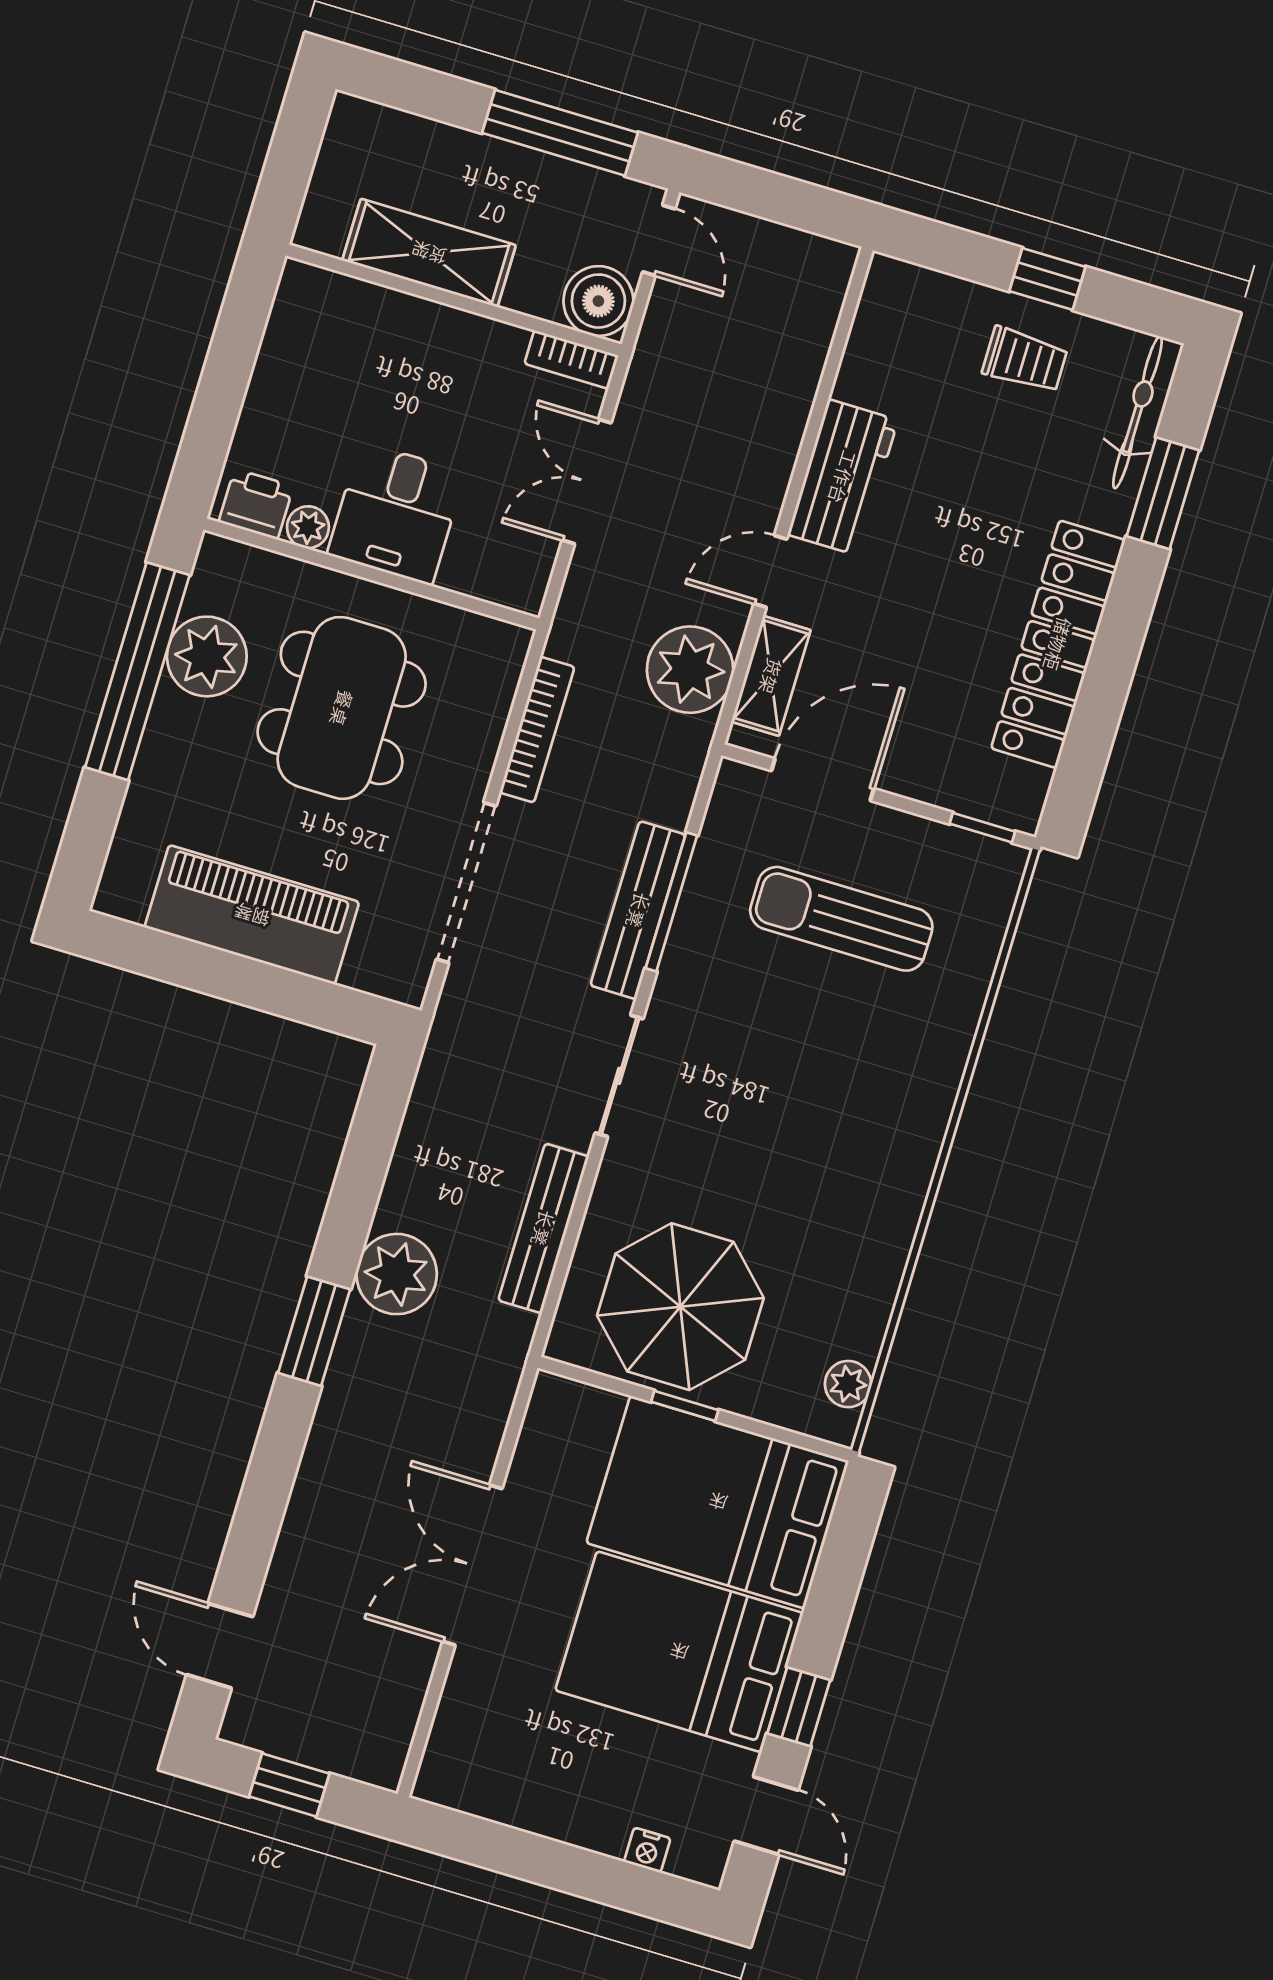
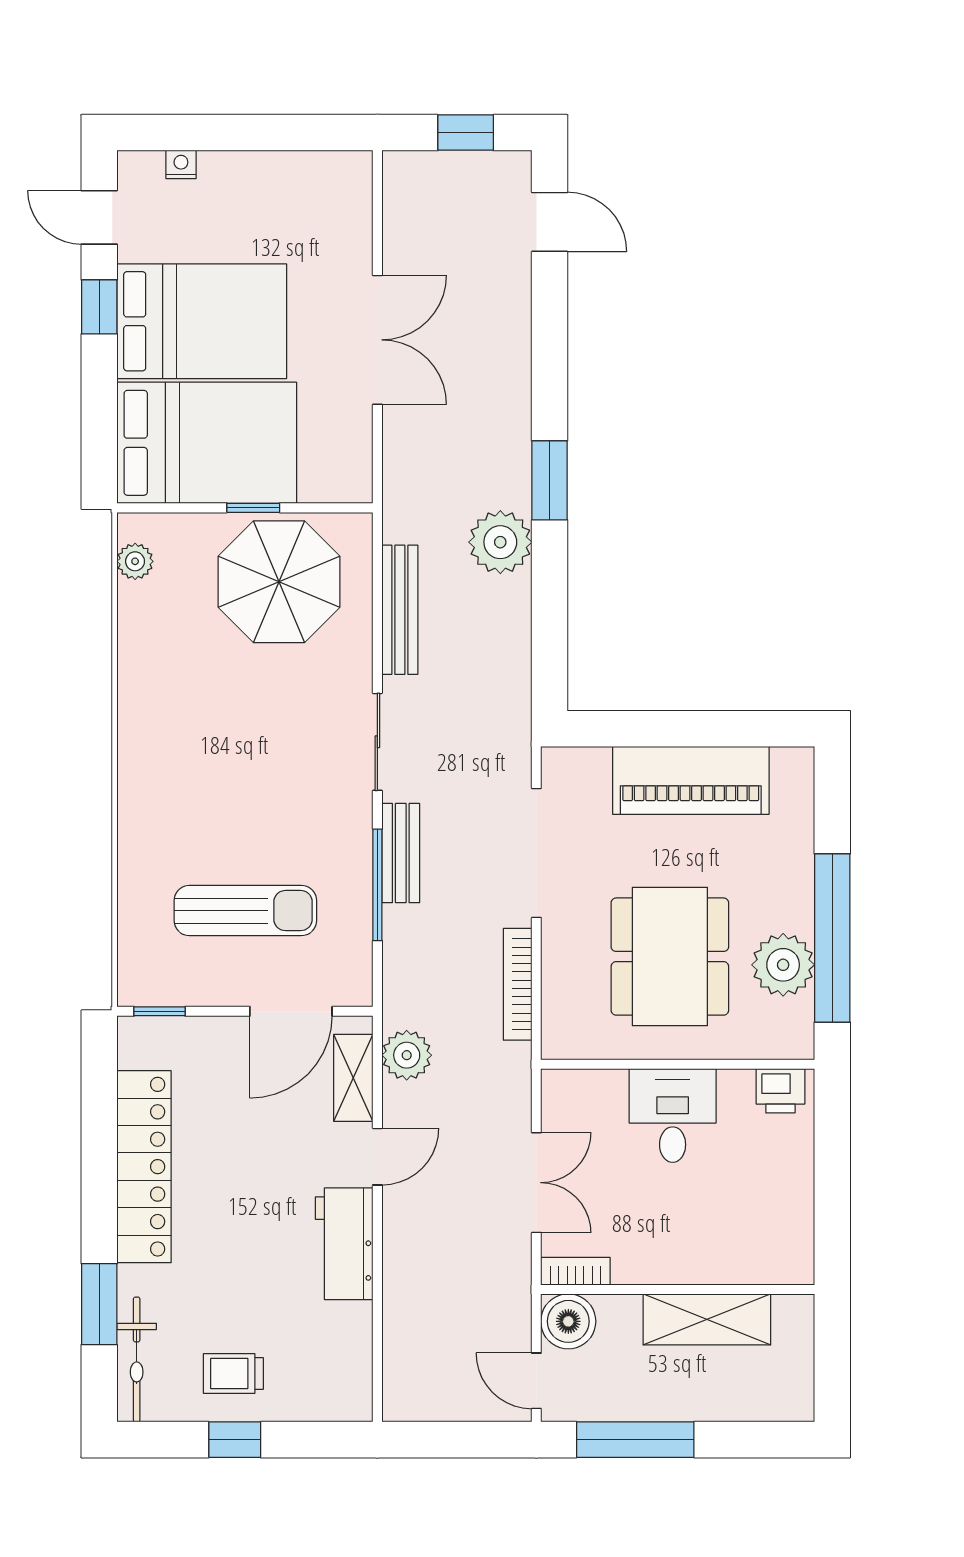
plant: (308, 527) -> (736, 1085), removed
plant: (690, 670) -> (407, 1055), width x0.73, depth x0.73
bench: (638, 910) -> (401, 853), width x0.73

